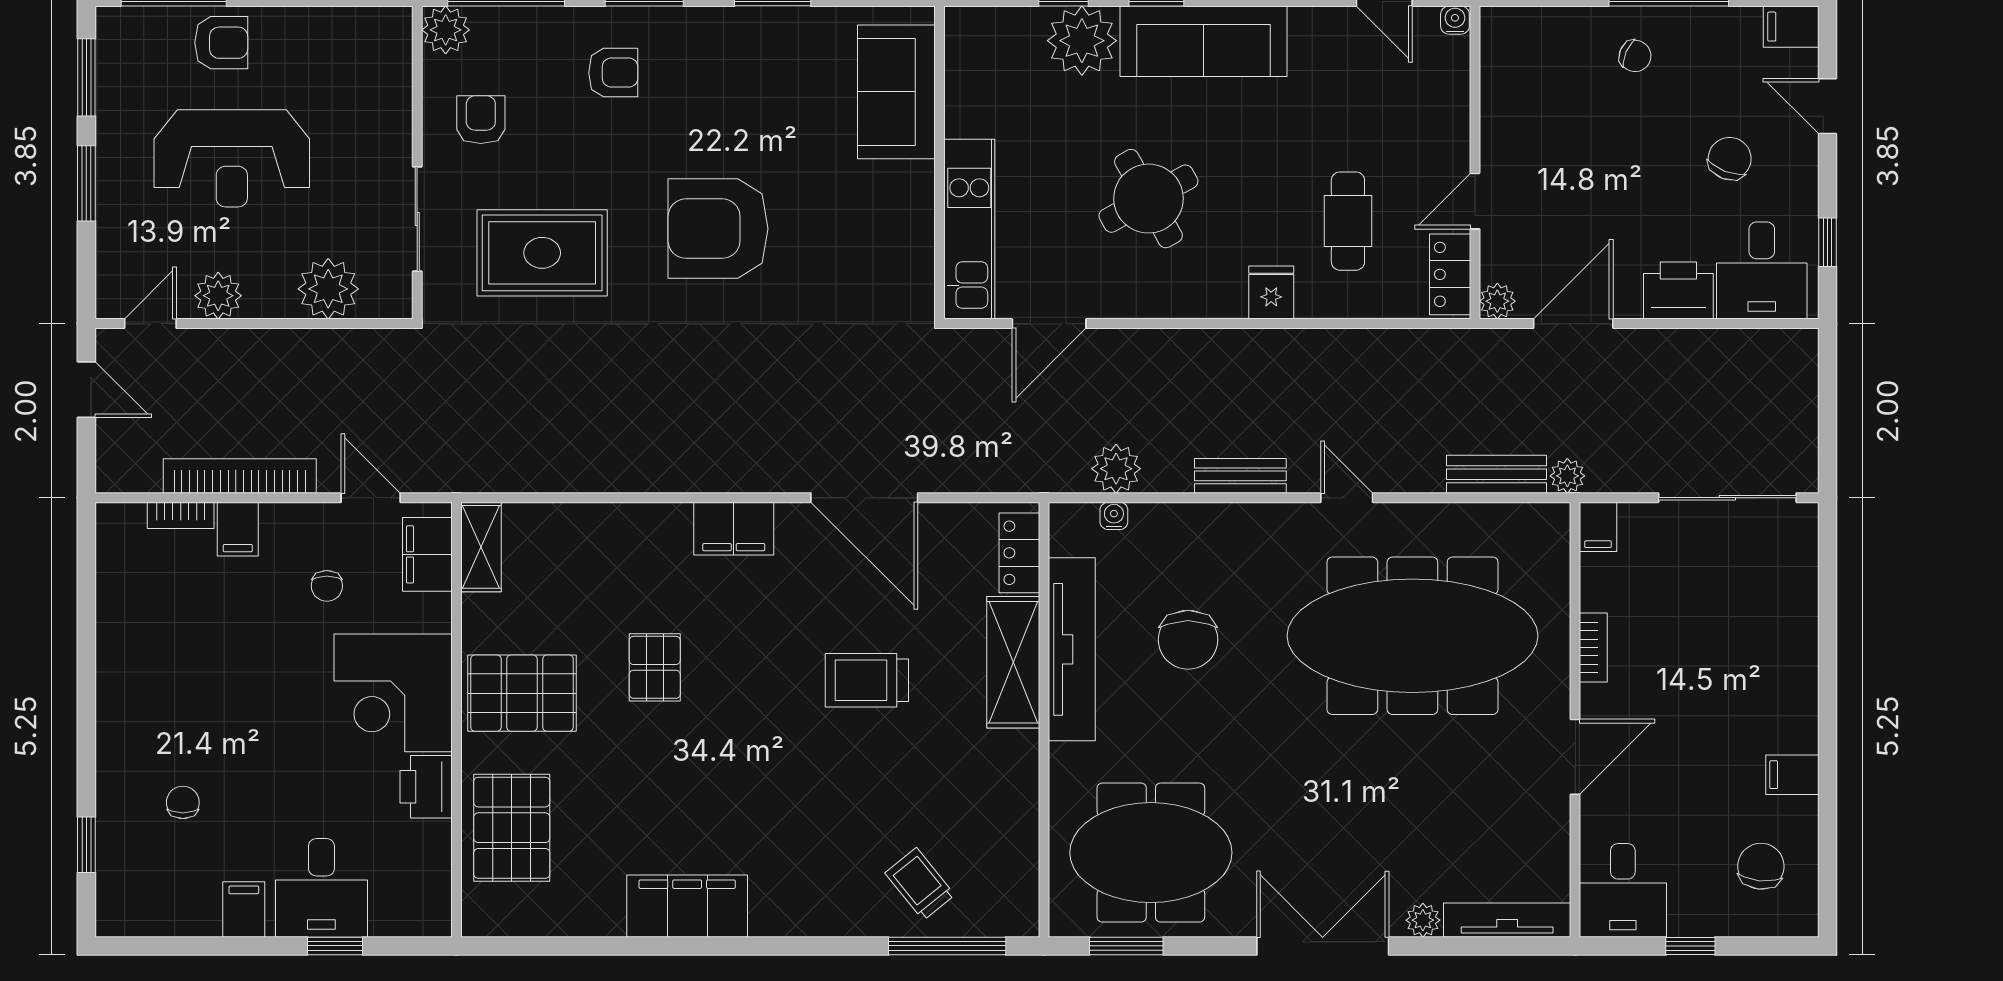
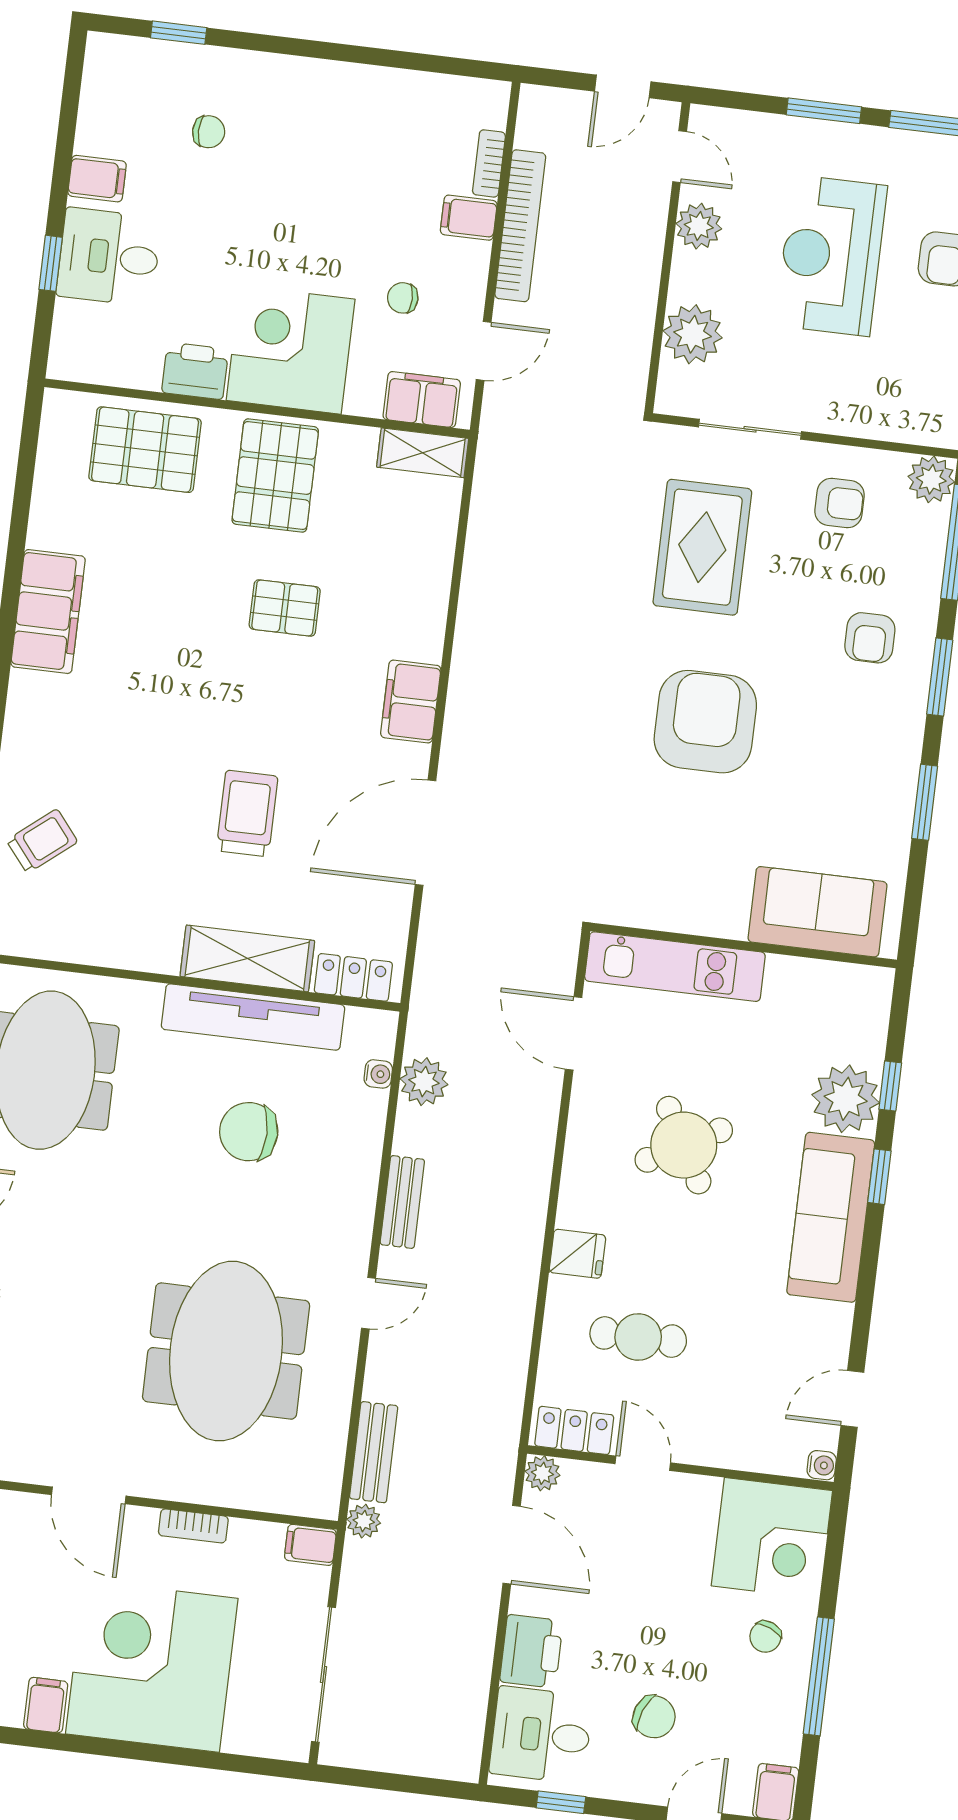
corner desk: (1535, 61) -> (772, 1538), added
meeting table: (1412, 636) -> (226, 1351), width x0.73
corner desk: (1740, 672) -> (152, 1666), added

